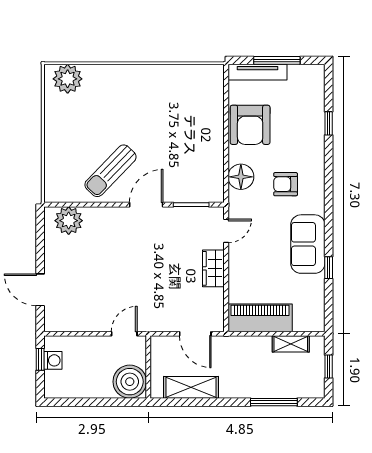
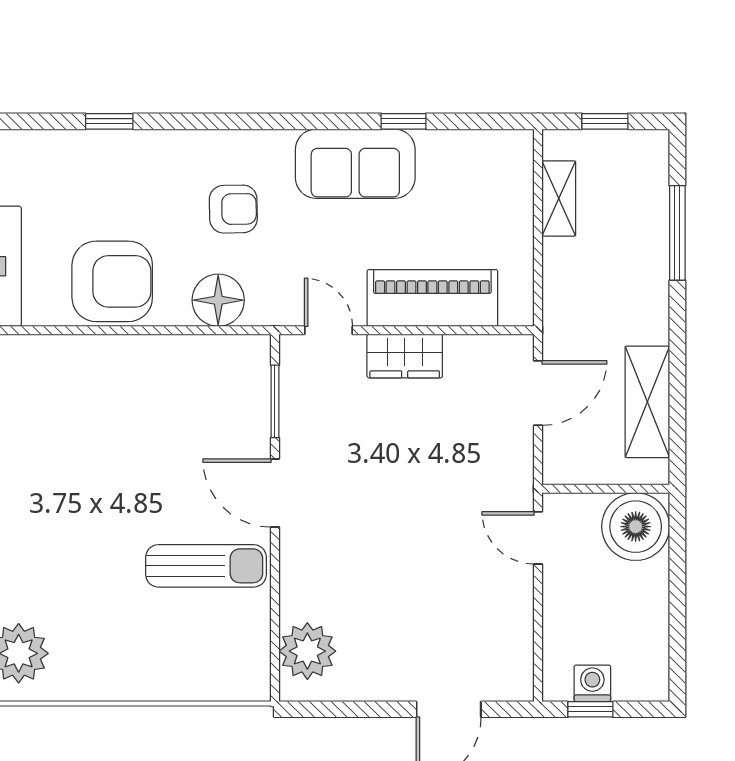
sun lounger: (110, 171) -> (206, 566), turned -44
armchair: (286, 184) -> (233, 209), turned -91
piano: (260, 318) -> (432, 298), moved, turned 90

